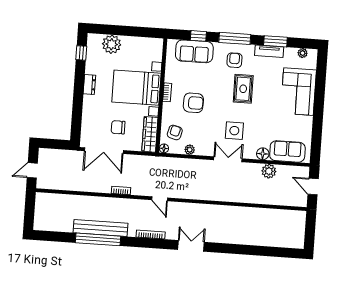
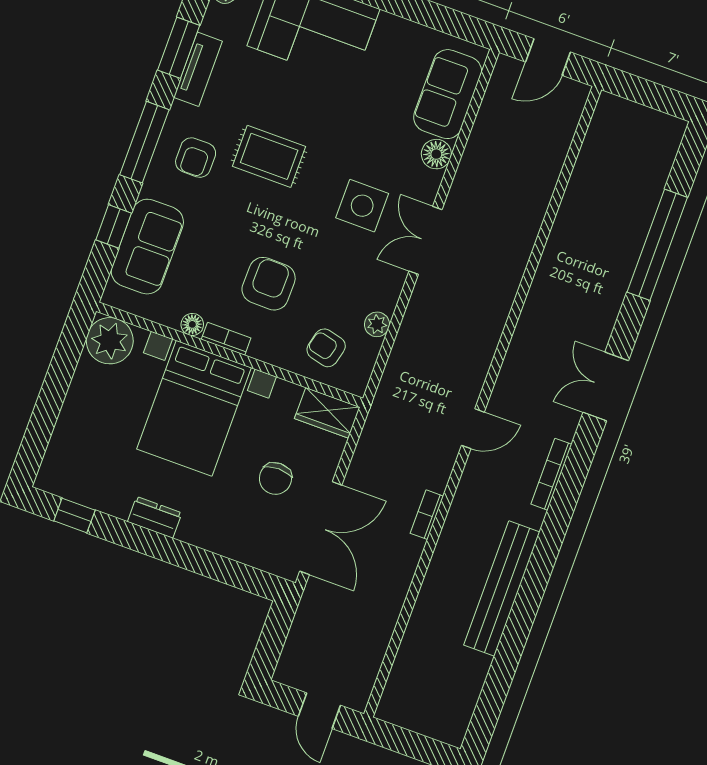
plant: (112, 44) -> (110, 341), moved
armchair: (234, 60) -> (196, 158), turned -90
wardrobe: (150, 134) -> (327, 413), width x0.67
floor lamp: (164, 148) -> (192, 324), moved
plant: (269, 171) -> (482, 151), removed
window: (98, 239) -> (657, 245), moved

